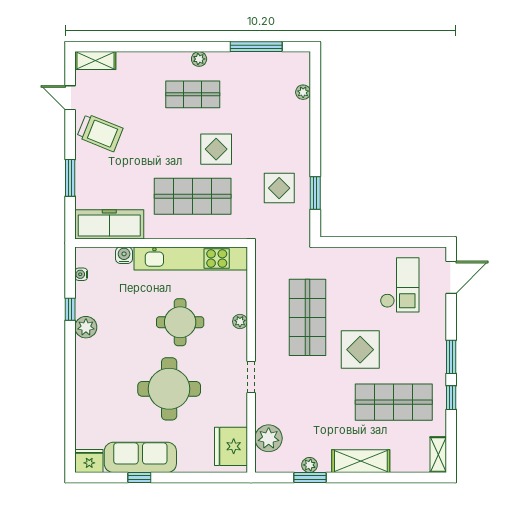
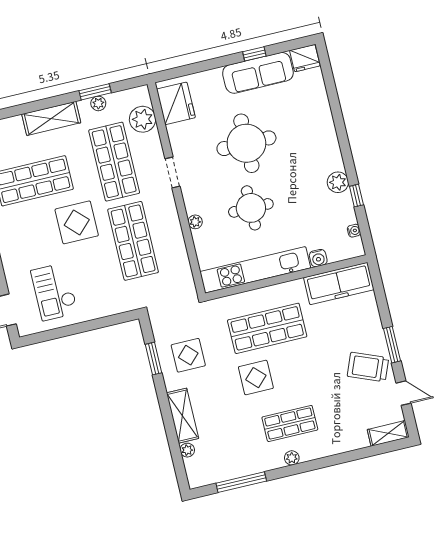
shelving: (300, 128) -> (183, 416), added
window: (70, 178) -> (392, 345), moved
shop shelf: (308, 402) -> (114, 162), added

